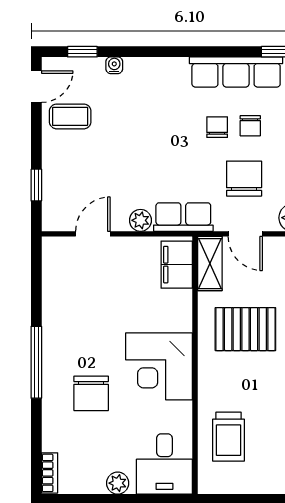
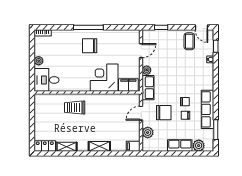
door: (93, 234) -> (141, 51), hinge flipped
shelving: (210, 264) -> (129, 99), removed
pallet: (245, 329) -> (102, 113), removed
corner desk: (159, 366) -> (104, 78), moved
chair: (91, 393) -> (90, 46), moved
trolley: (229, 437) -> (75, 107), moved

